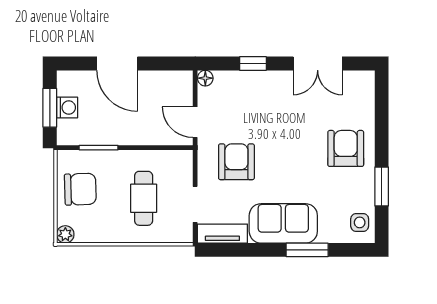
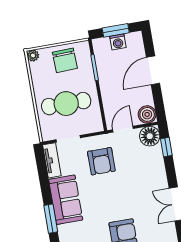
window: (253, 64) -> (166, 147), moved
floor lamp: (205, 78) -> (150, 136), width x1.89, depth x1.89
boiler: (180, 83) -> (147, 114), added
armchair: (236, 162) -> (101, 161), turned 90
cafe table: (144, 198) -> (66, 104), width x1.37, depth x1.35

